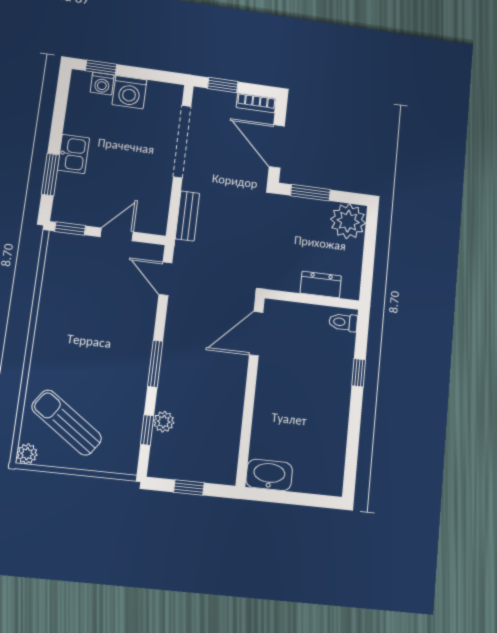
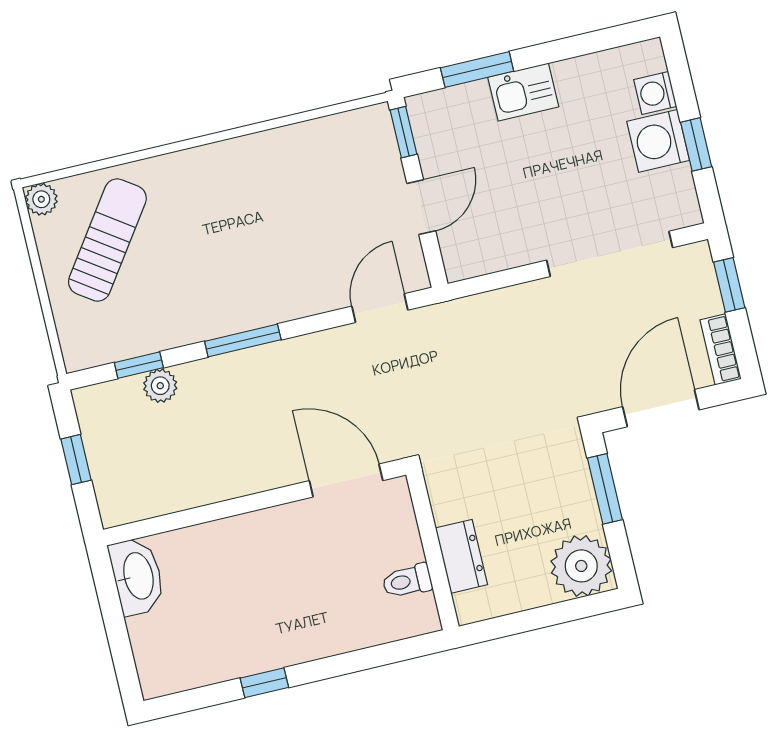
window: (101, 68) -> (696, 144), moved
bench: (187, 216) -> (492, 306), removed
door: (117, 234) -> (421, 207), hinge flipped
toilet: (343, 322) -> (407, 581), moved, turned -90
window: (359, 373) -> (264, 683), moved

